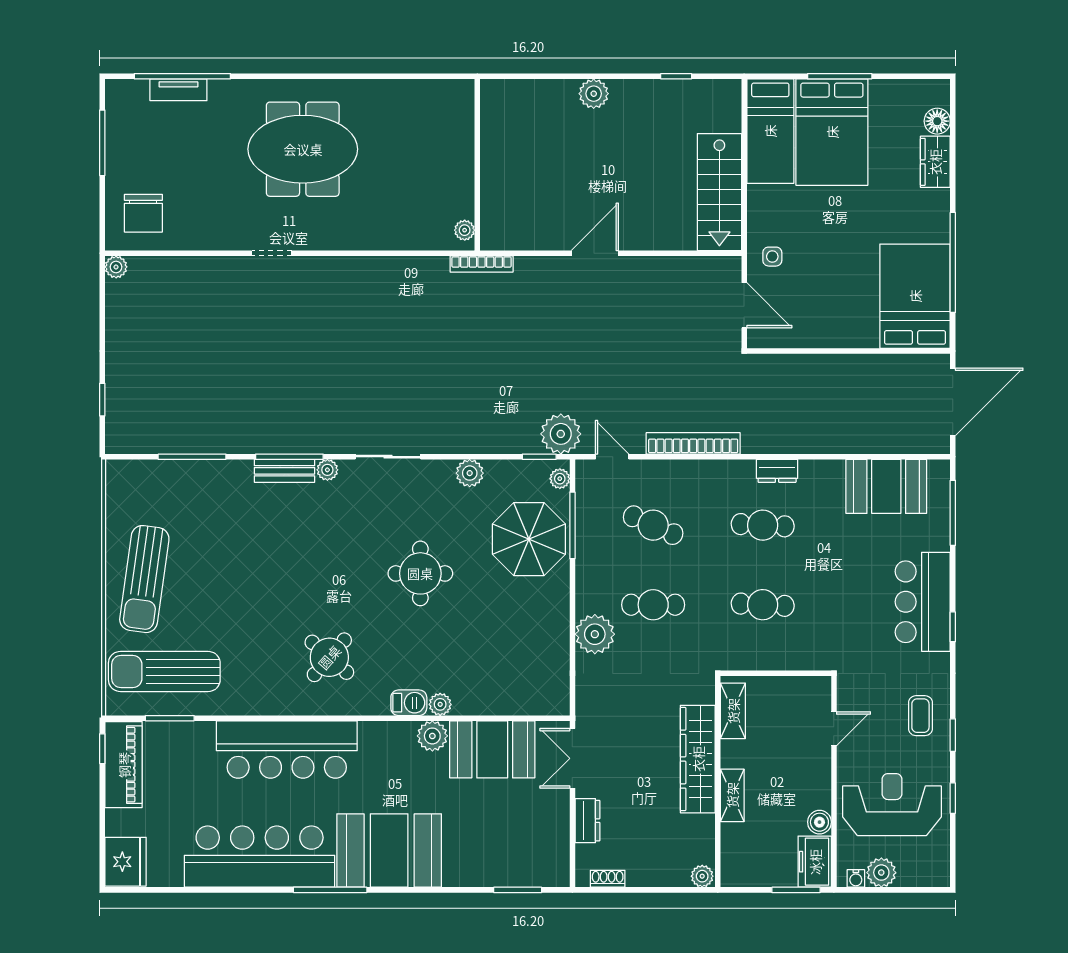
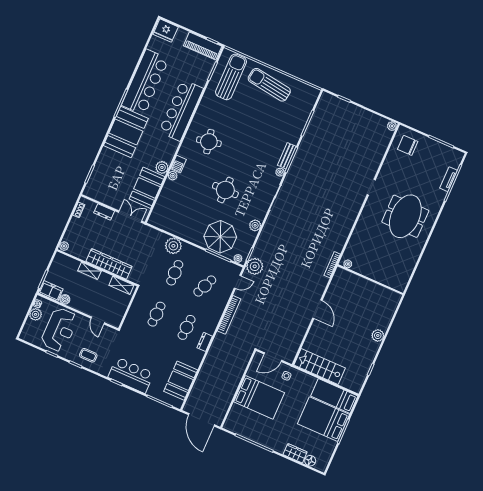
bed: (915, 296) -> (259, 397), moved
round table: (329, 657) -> (209, 142), turned 37

